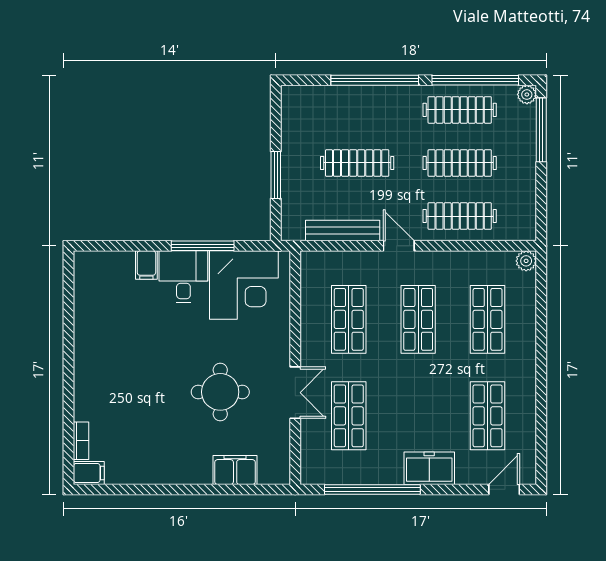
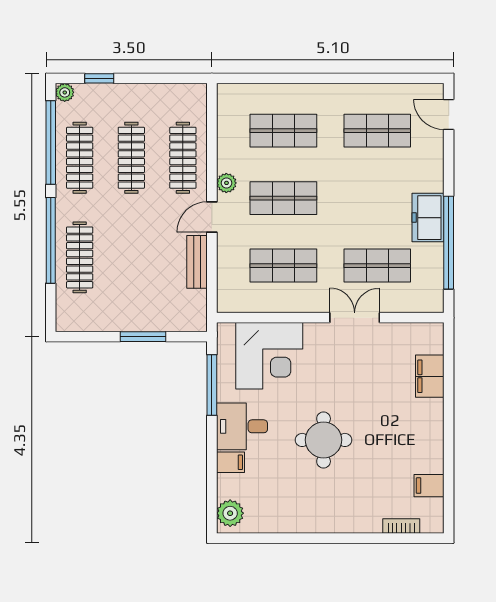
window: (541, 130) -> (99, 78), width x0.46
clothes rail: (357, 163) -> (80, 257), moved
bench: (343, 231) -> (197, 262), width x0.73
window: (203, 246) -> (212, 385), moved
plant: (526, 261) -> (226, 183), moved
plant: (94, 265) -> (230, 513), added
corner desk: (244, 285) -> (269, 356), moved, turned 90
round table: (220, 392) -> (324, 440), moved
freezer: (429, 468) -> (428, 218), moved
filing cabinet: (89, 473) -> (429, 486), moved, turned -90

